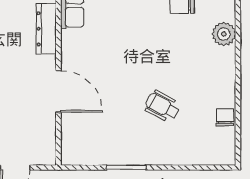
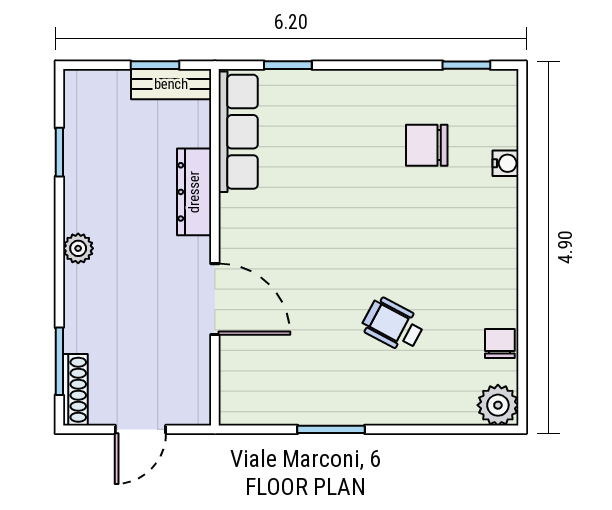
water cooler: (228, 12) -> (506, 163), added
plant: (224, 34) -> (498, 405), moved

